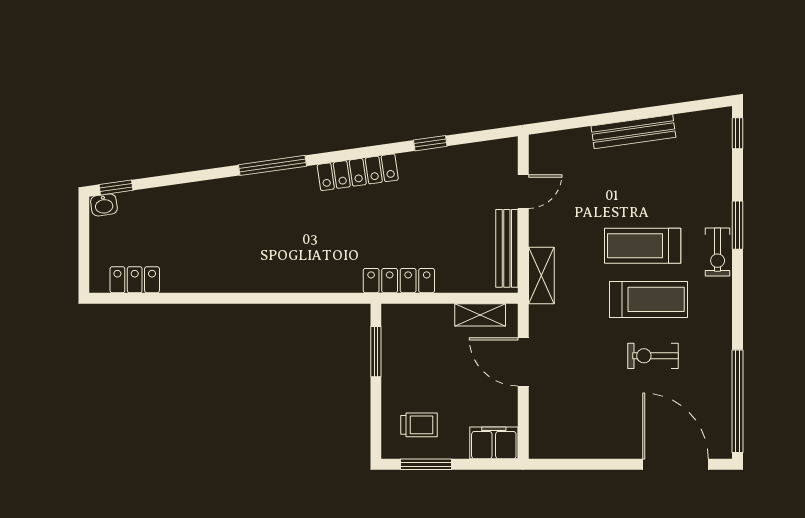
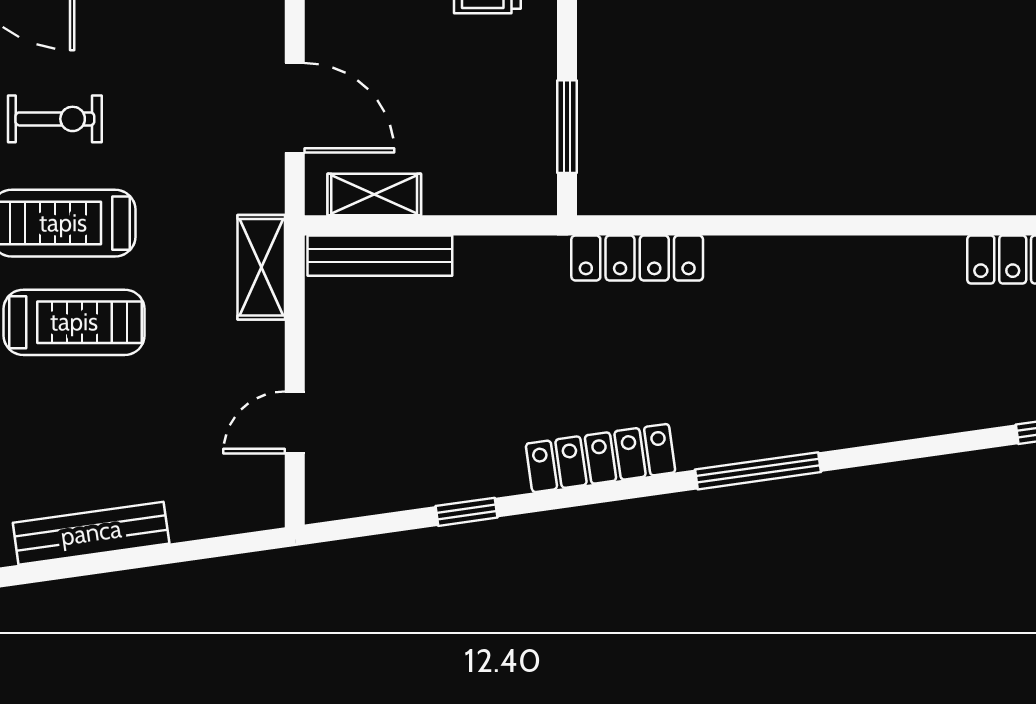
bench: (507, 248) -> (380, 256), moved, turned 90
locker: (399, 281) -> (637, 258), moved

